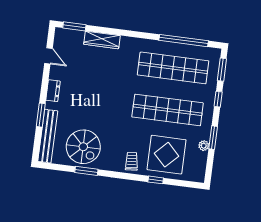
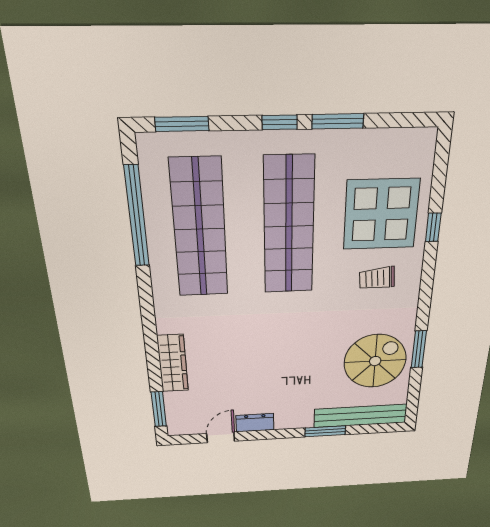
dresser: (53, 91) -> (255, 423), moved
window: (218, 99) -> (280, 122), moved
plant: (204, 146) -> (357, 140), removed
trolley: (132, 161) -> (377, 278), moved

